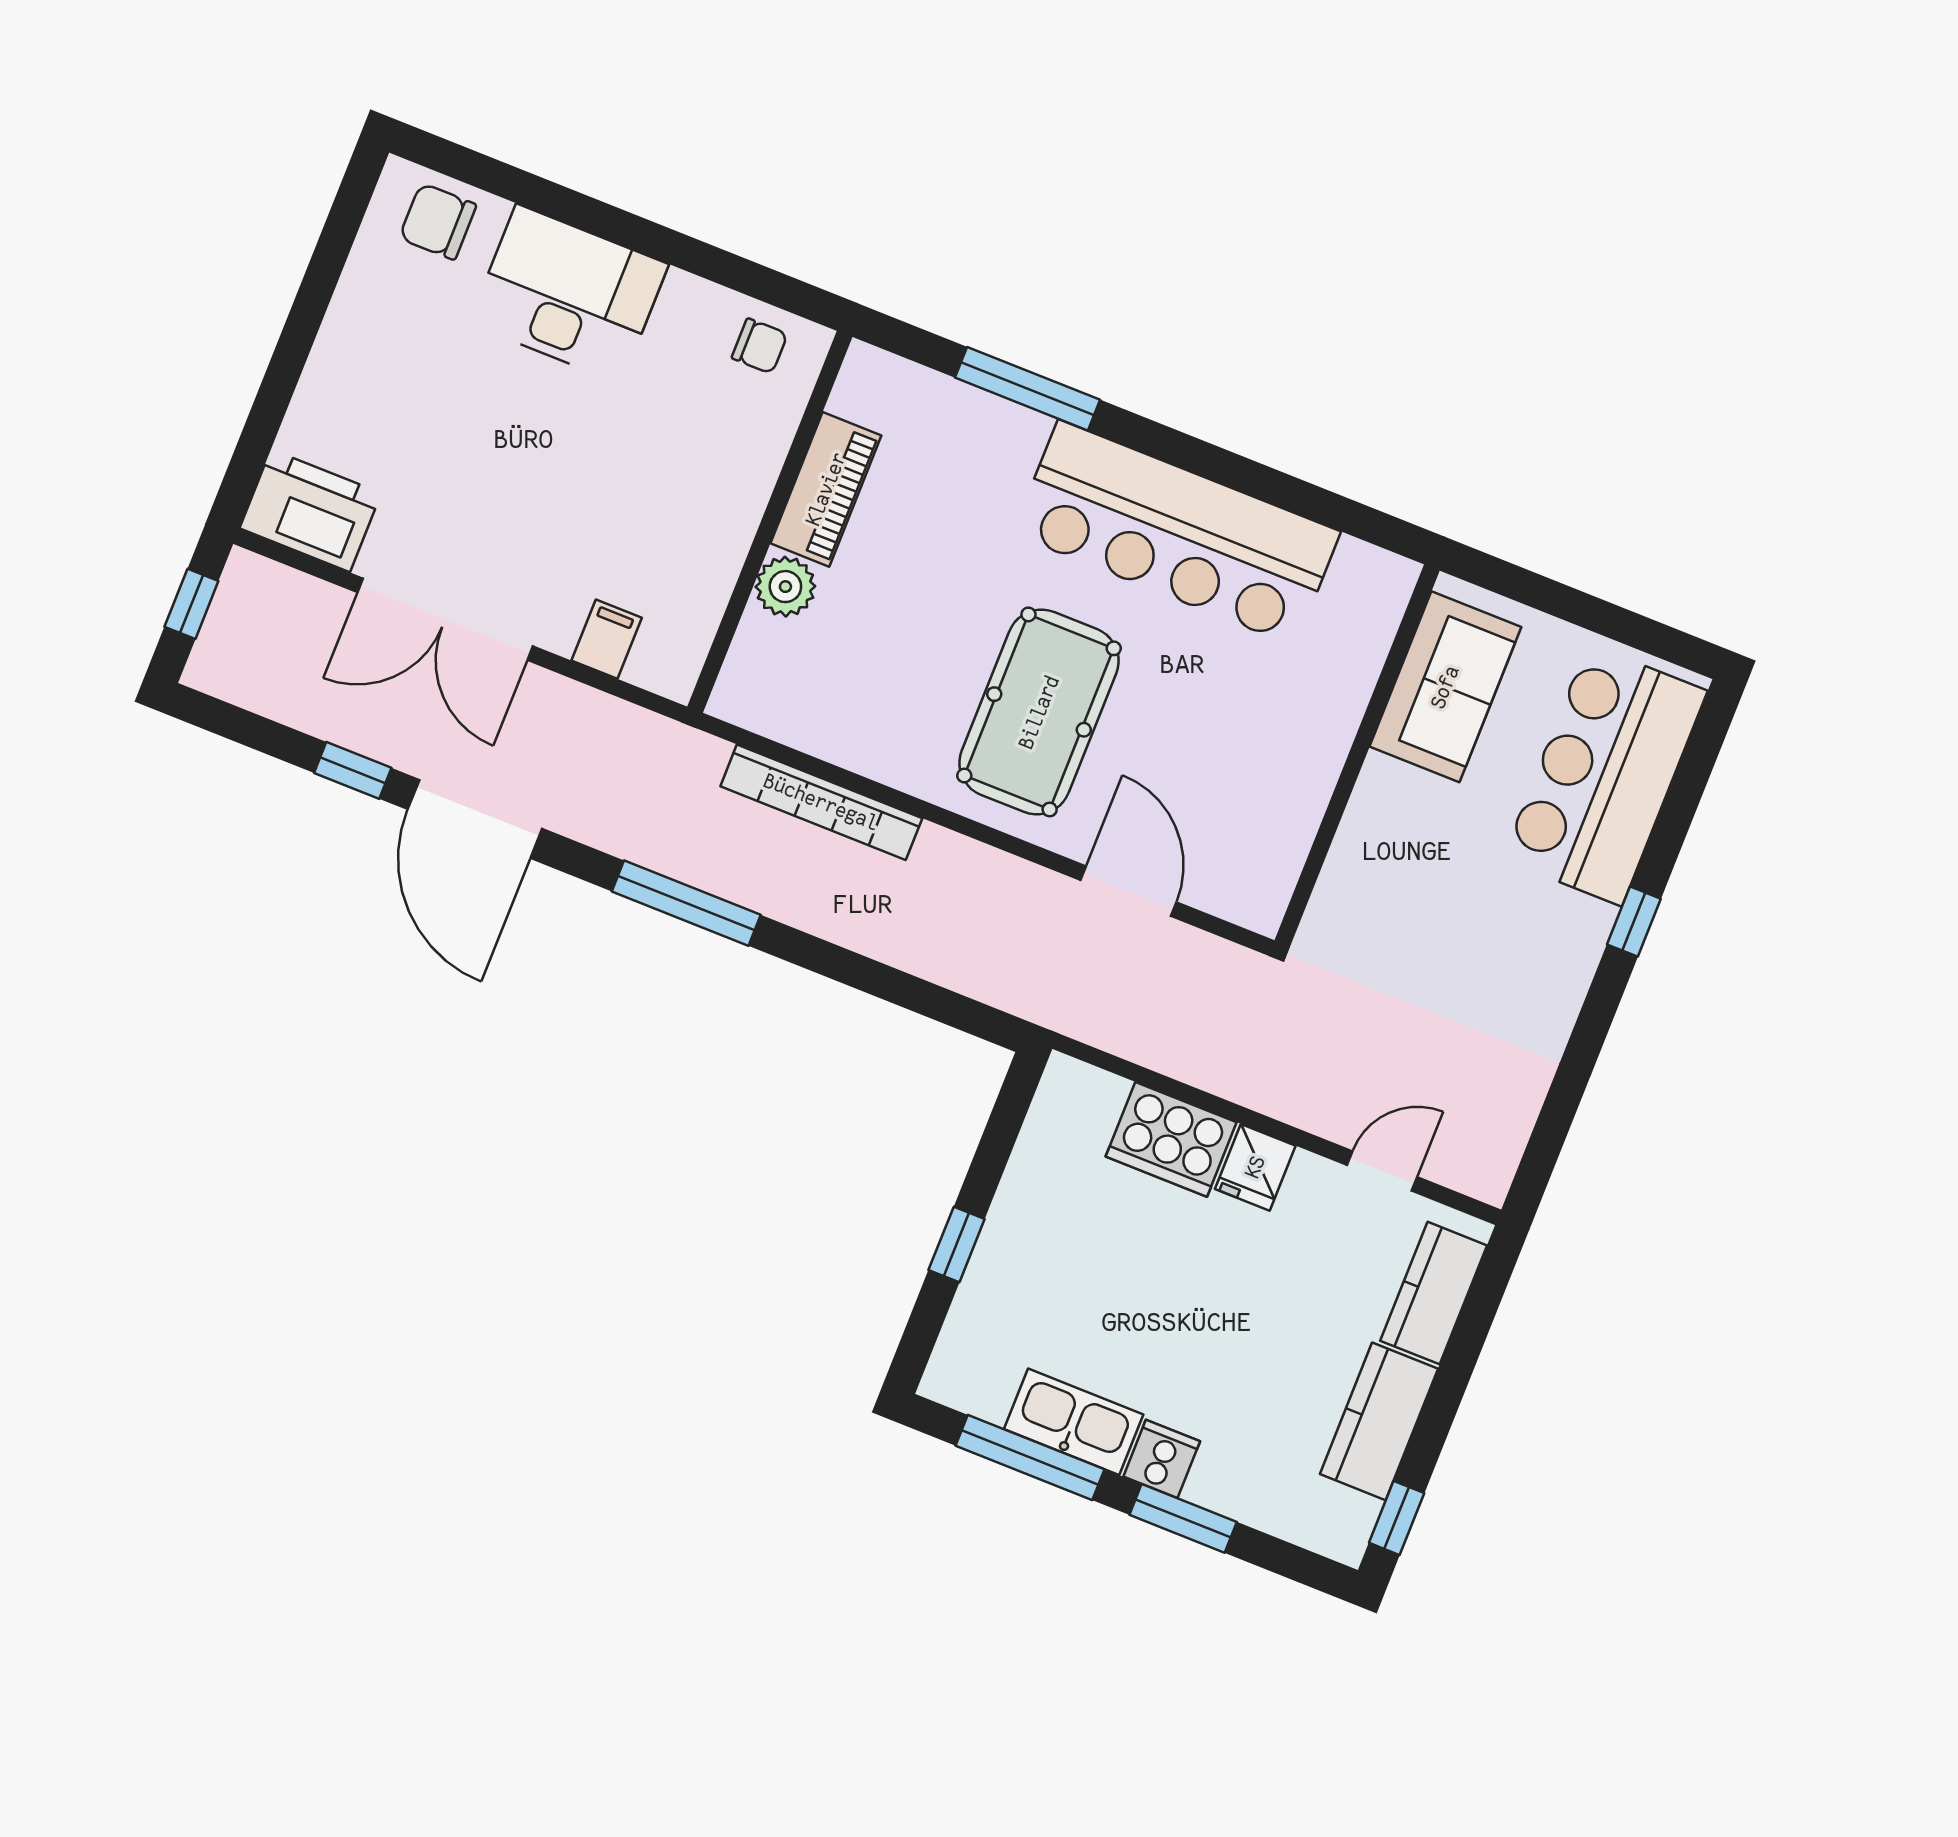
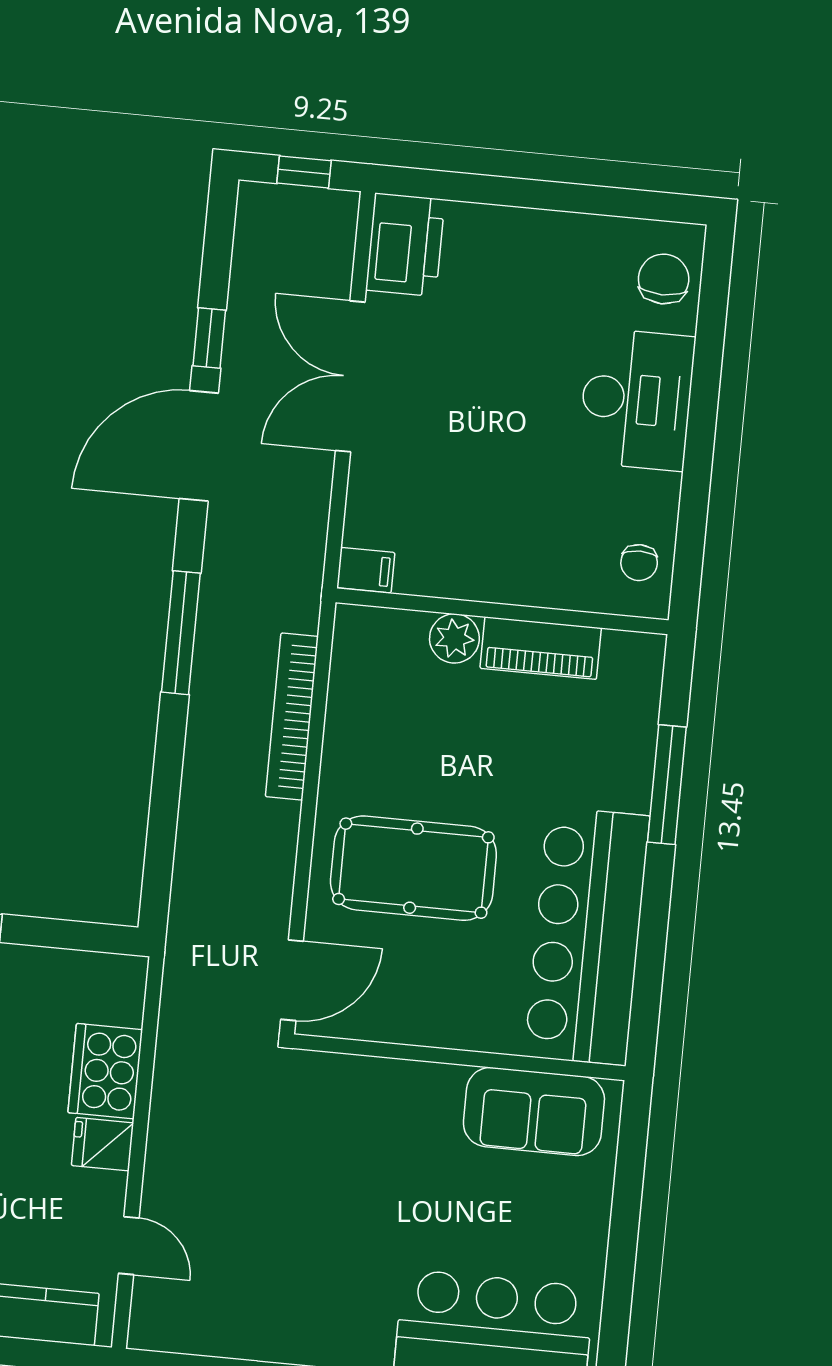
filing cabinet: (607, 639) -> (366, 570), moved
sofa: (1445, 687) -> (534, 1111), moved
wall: (1357, 755) -> (459, 1057), moved

